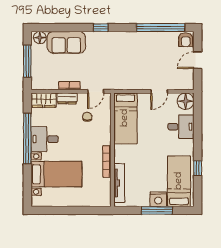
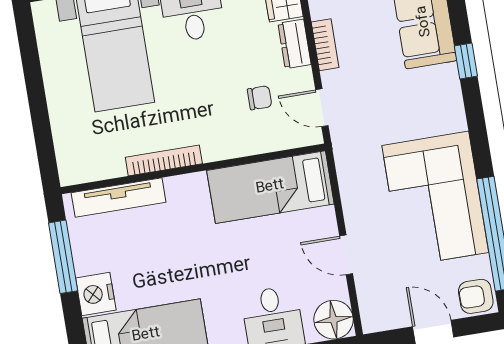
window: (101, 28) -> (466, 61), moved
corner sofa: (142, 50) -> (435, 199), added
window: (157, 210) -> (63, 257), moved

